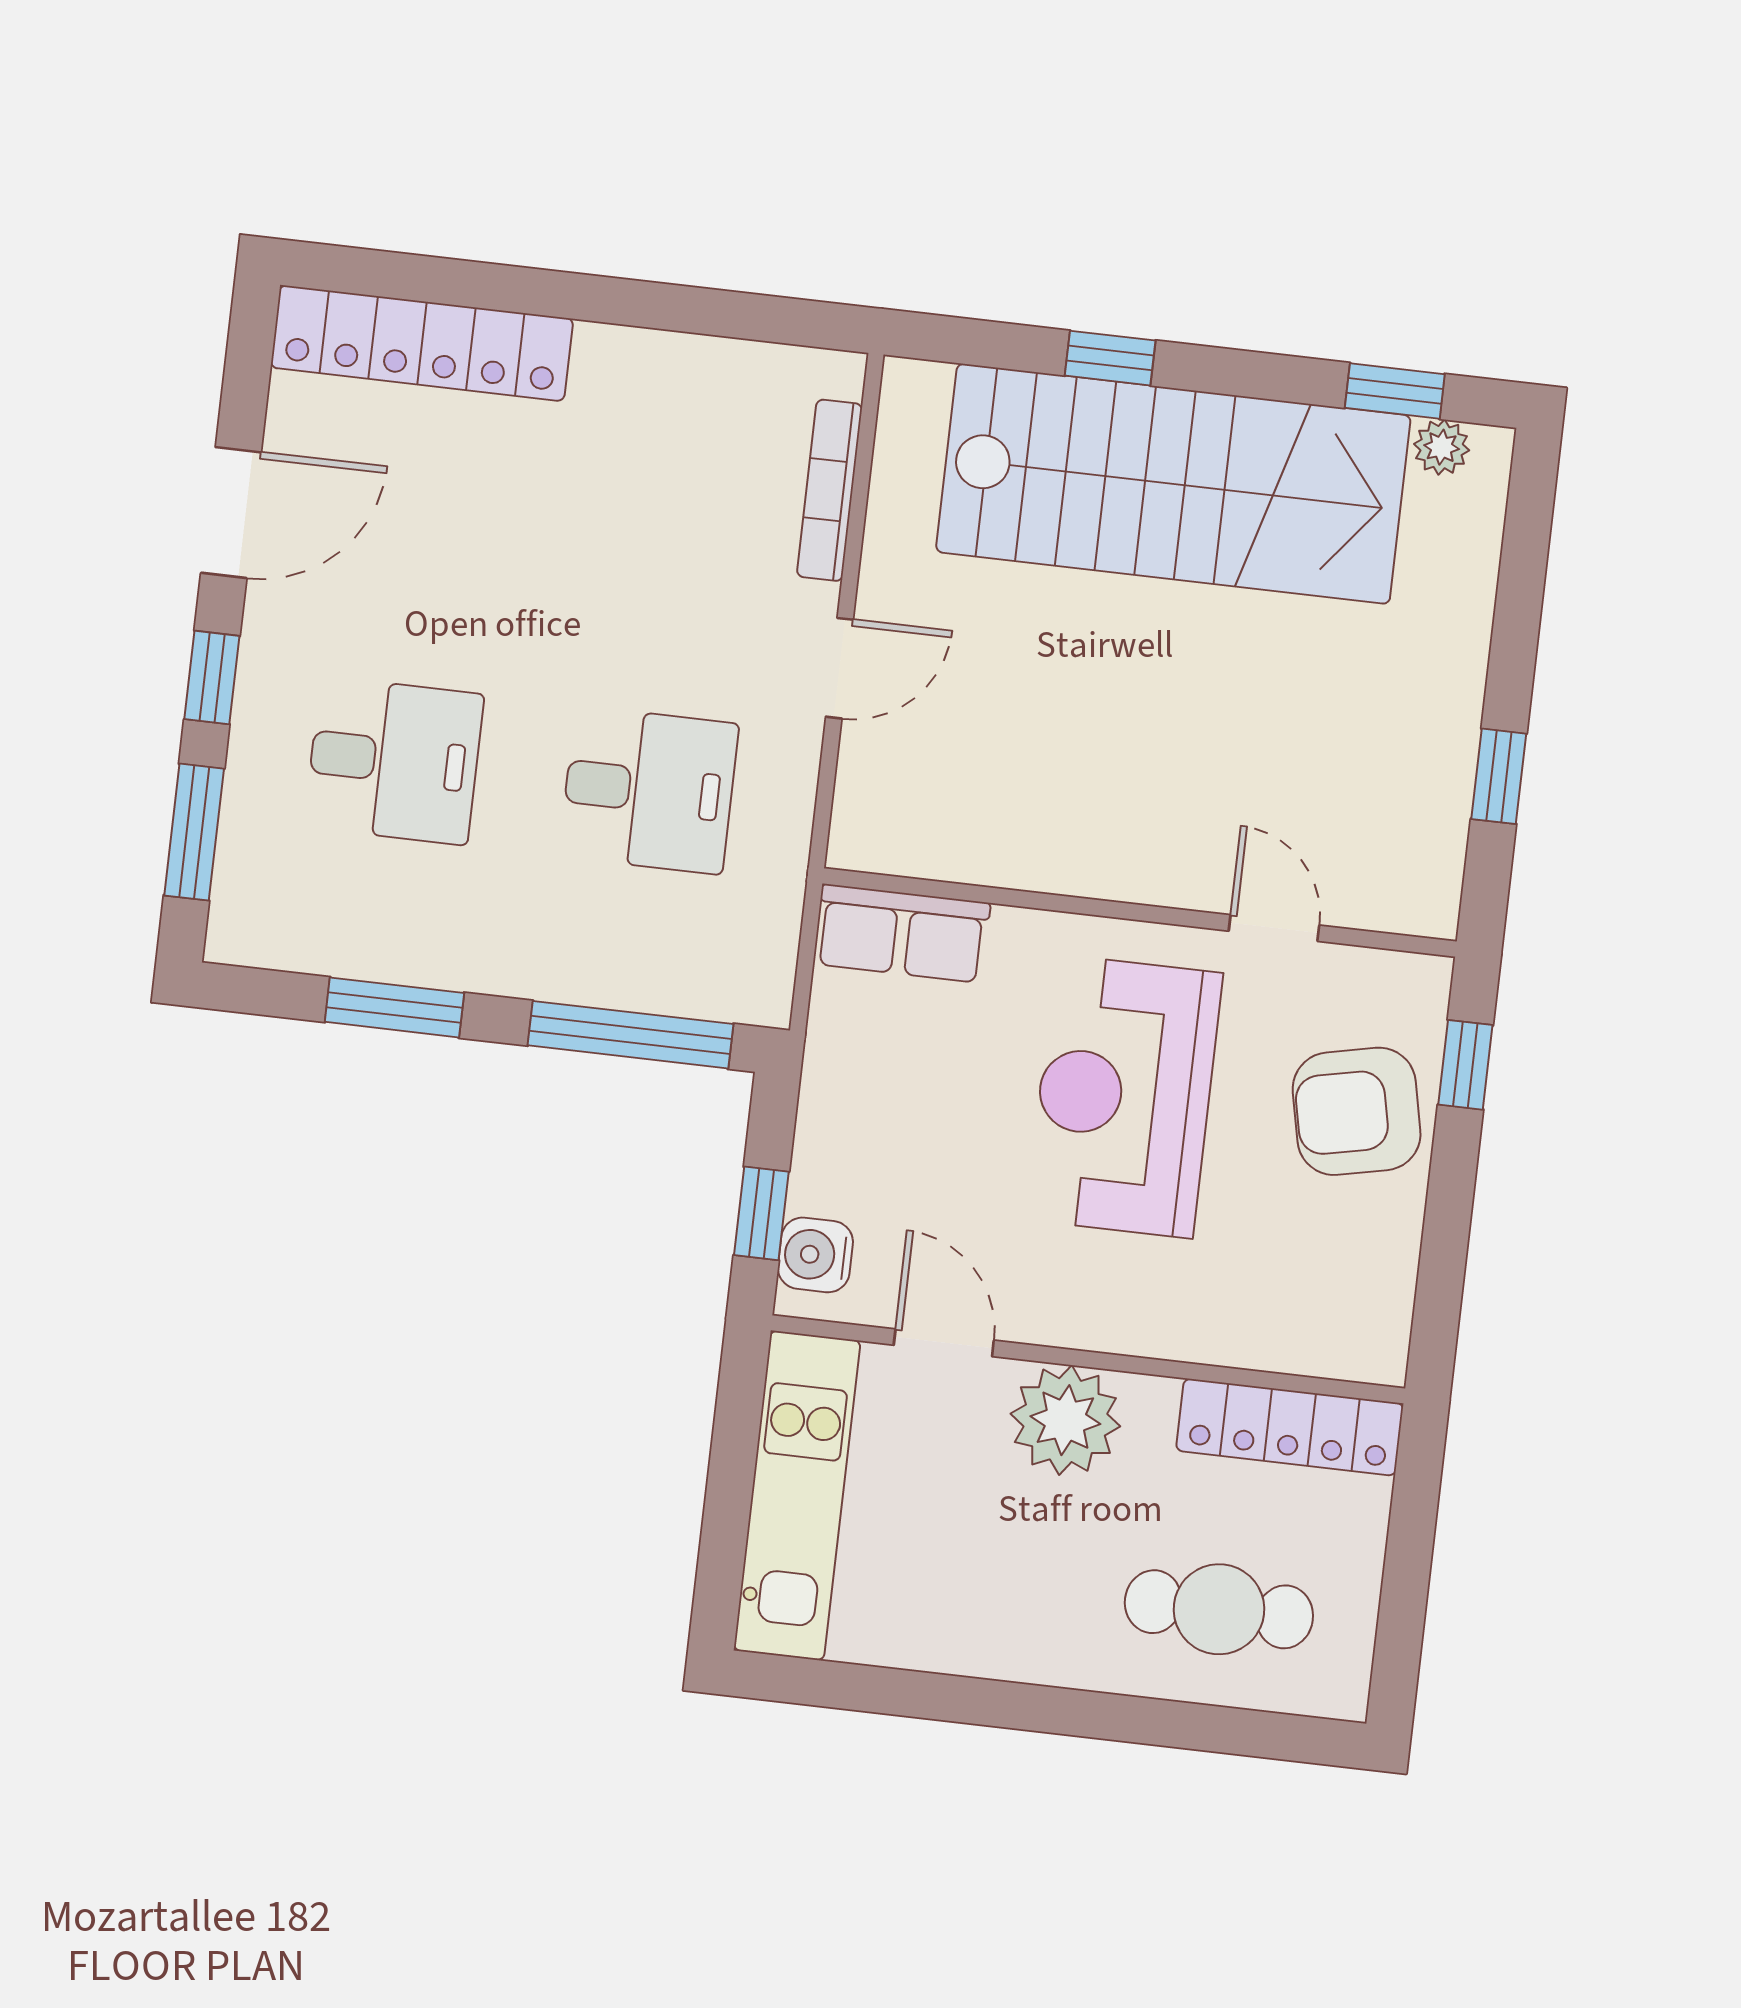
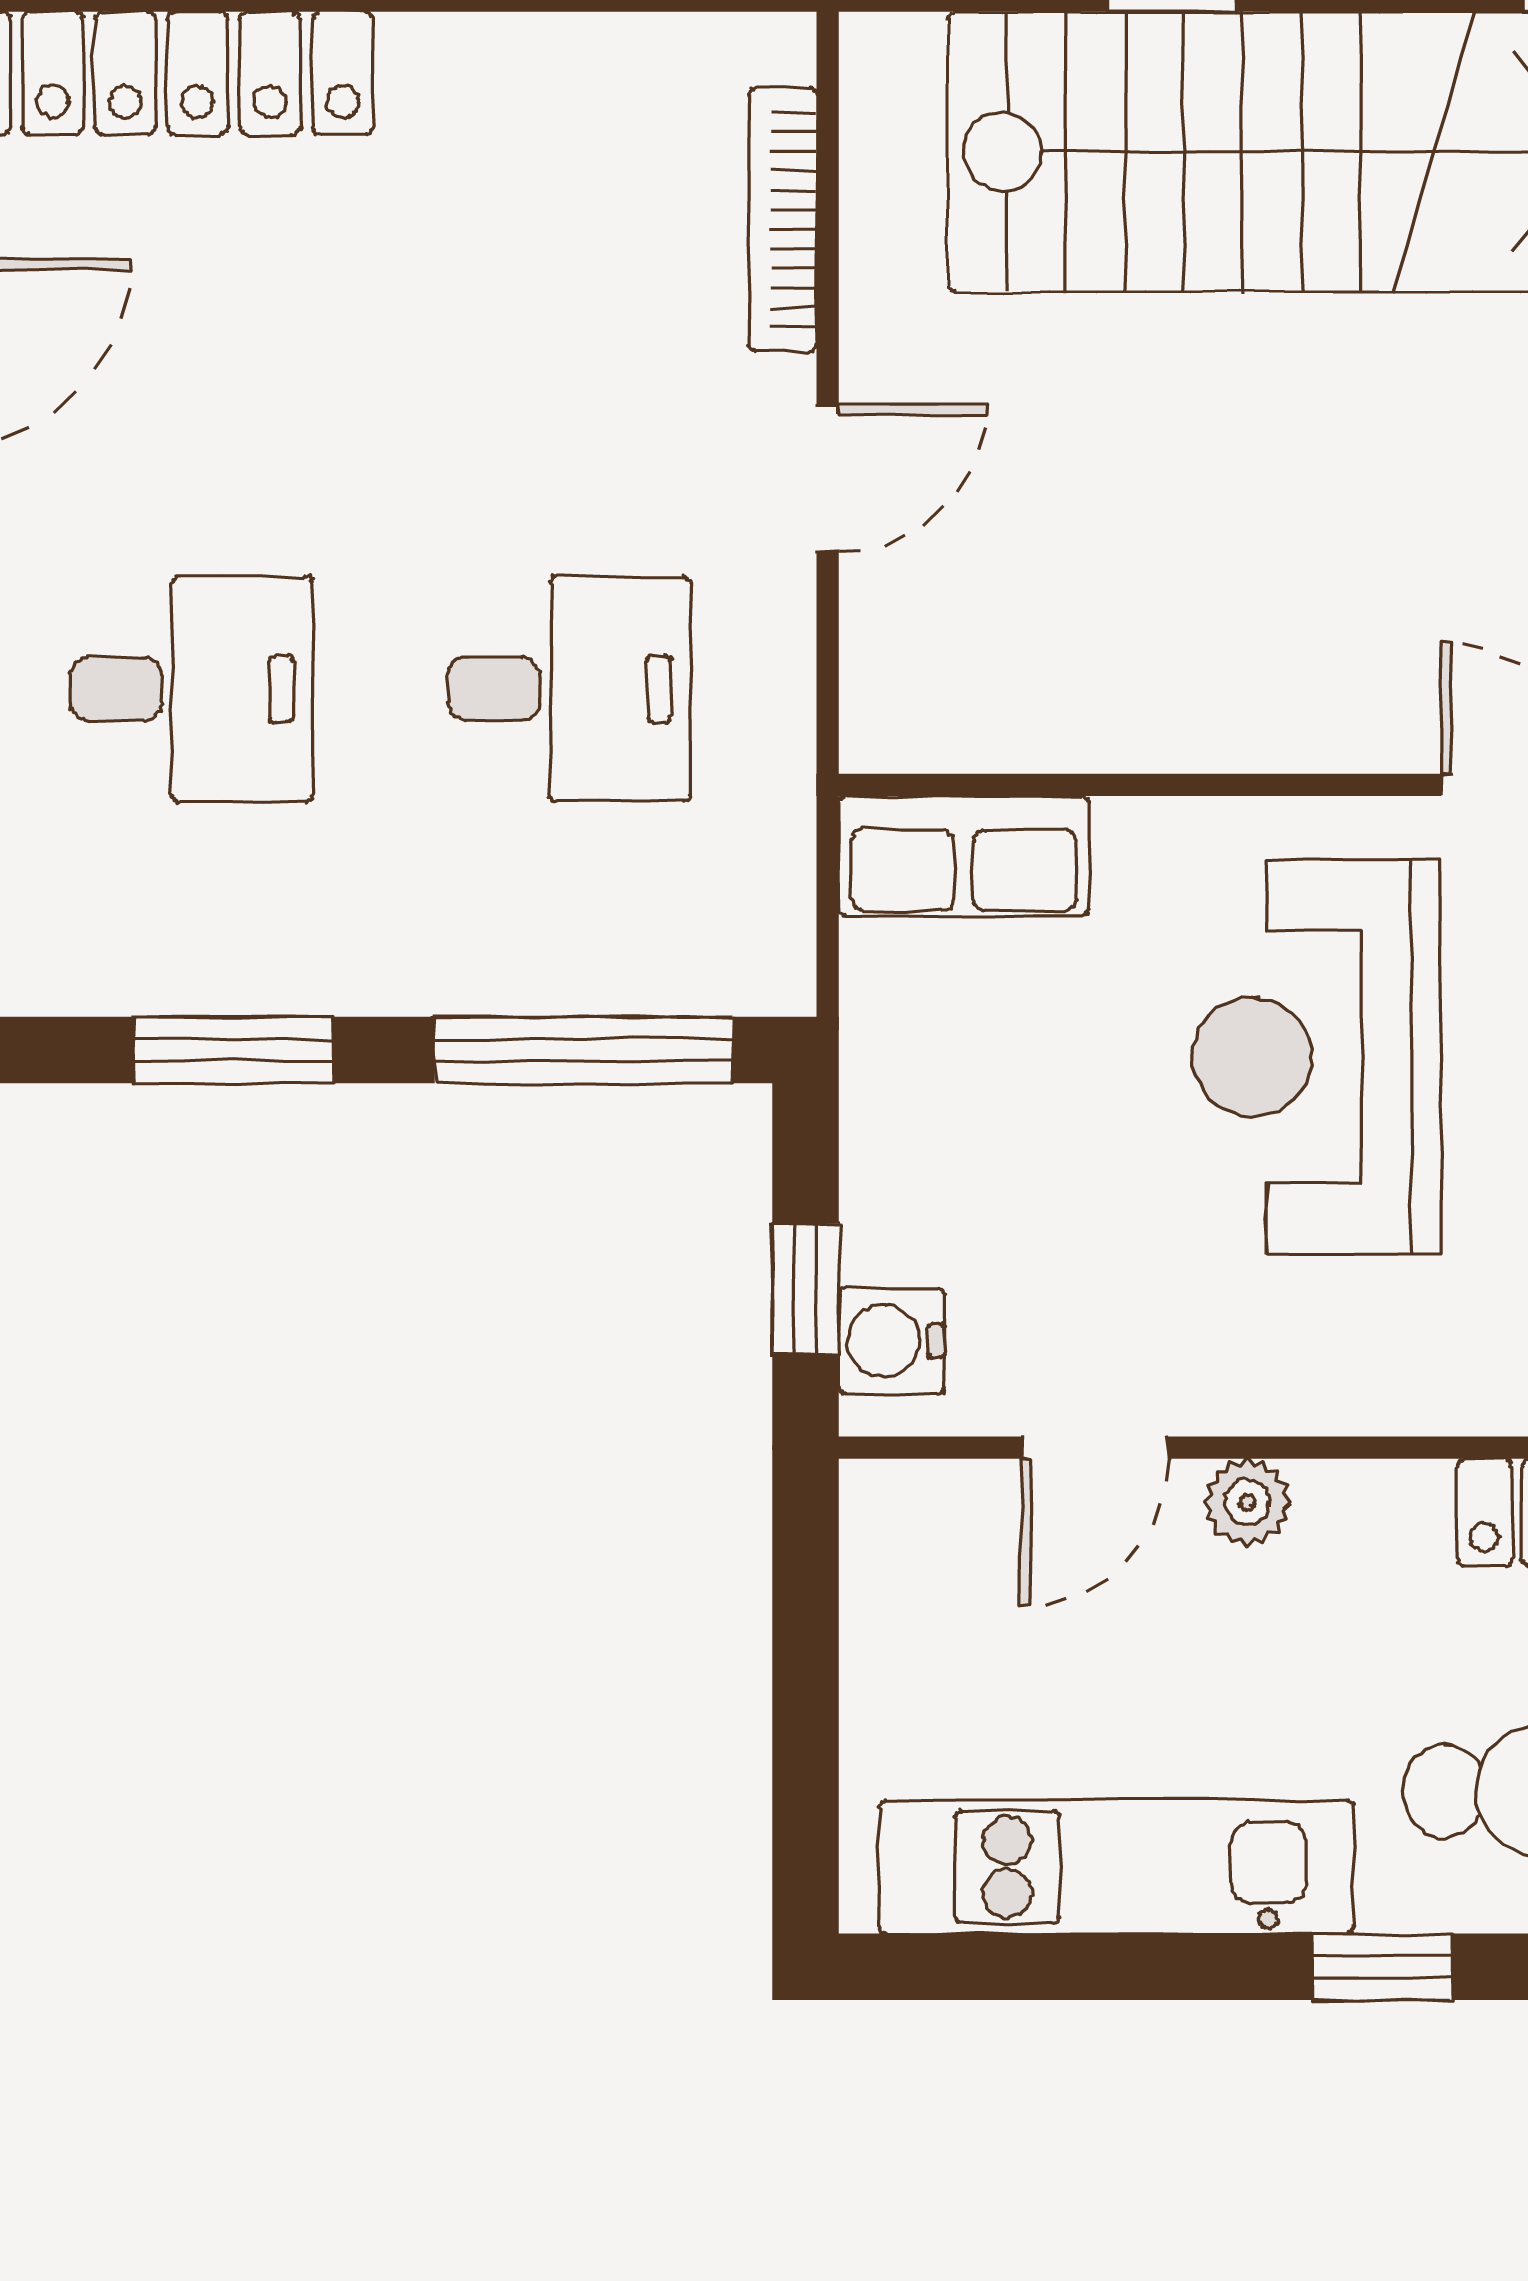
door: (944, 1343) -> (1094, 1448), swing flipped
plant: (1065, 1420) -> (1247, 1502), width x0.53, depth x0.53
kitchen unit: (797, 1495) -> (1116, 1867), moved, turned -90
window: (1097, 1715) -> (1382, 1967), added

